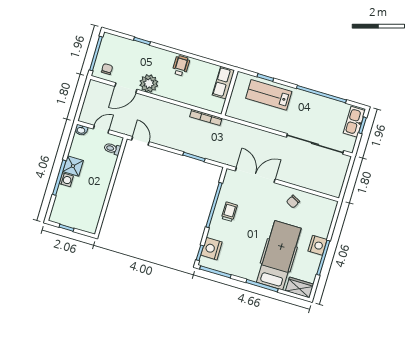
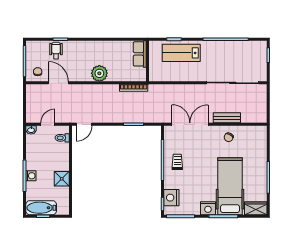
wheelchair: (181, 66) -> (56, 50), moved
plant: (149, 83) -> (99, 73), moved
door: (126, 88) -> (58, 83), swing flipped
kitchen sink: (354, 122) -> (260, 54), removed
door: (140, 141) -> (84, 124), swing flipped
shower: (73, 166) -> (62, 179), moved
bench: (297, 180) -> (227, 118), added
bathtub: (67, 218) -> (41, 208), added
nightstand: (317, 245) -> (208, 208), moved, turned 90

